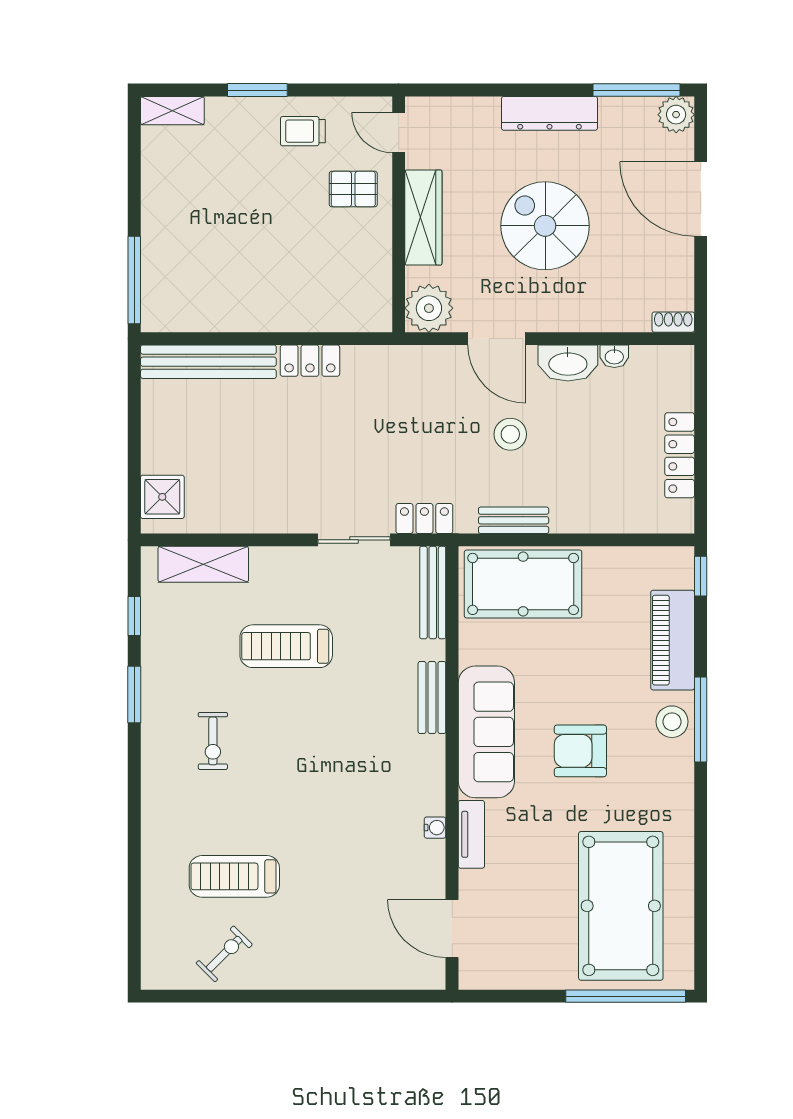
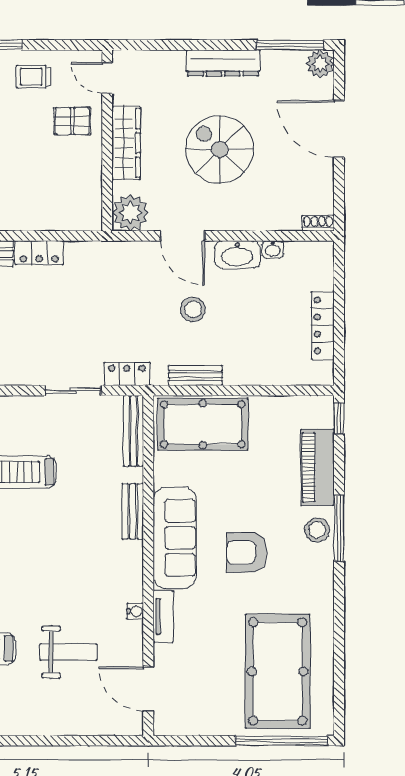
weight bench: (348, 881) -> (68, 652), added

